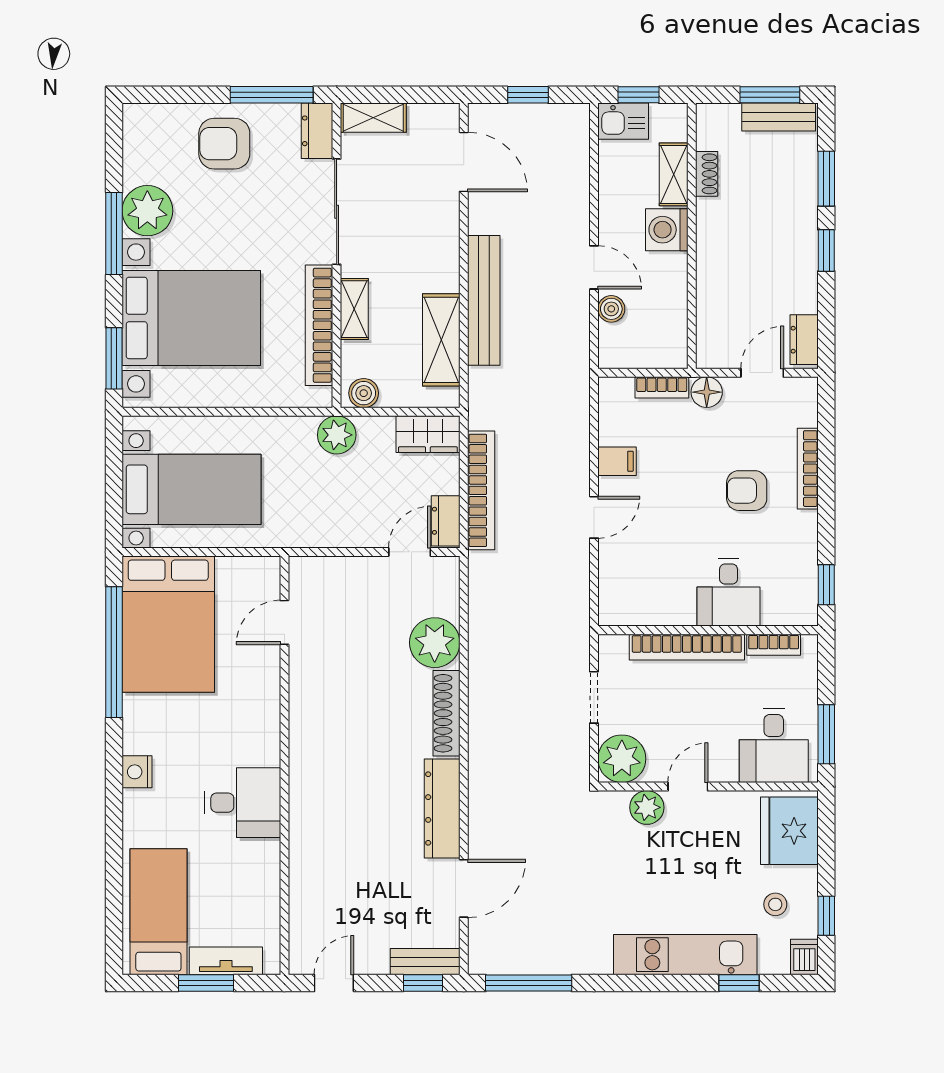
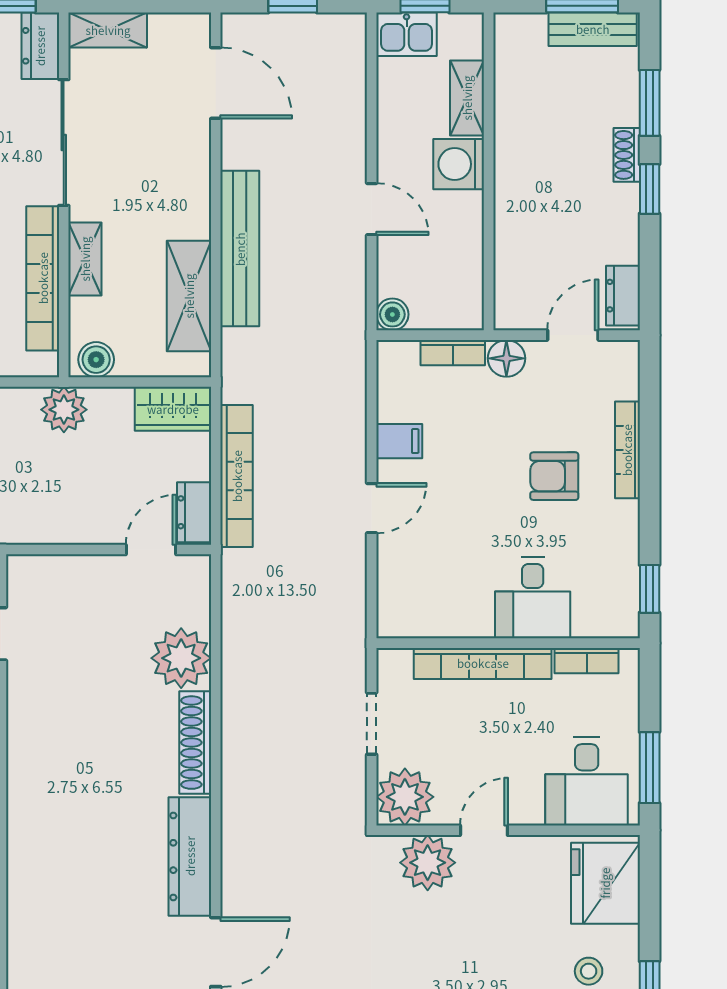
shoe rack: (707, 174) -> (627, 155), moved, turned 180
boiler: (611, 309) -> (392, 314), moved
plant: (647, 807) -> (428, 863), width x1.36, depth x1.36

